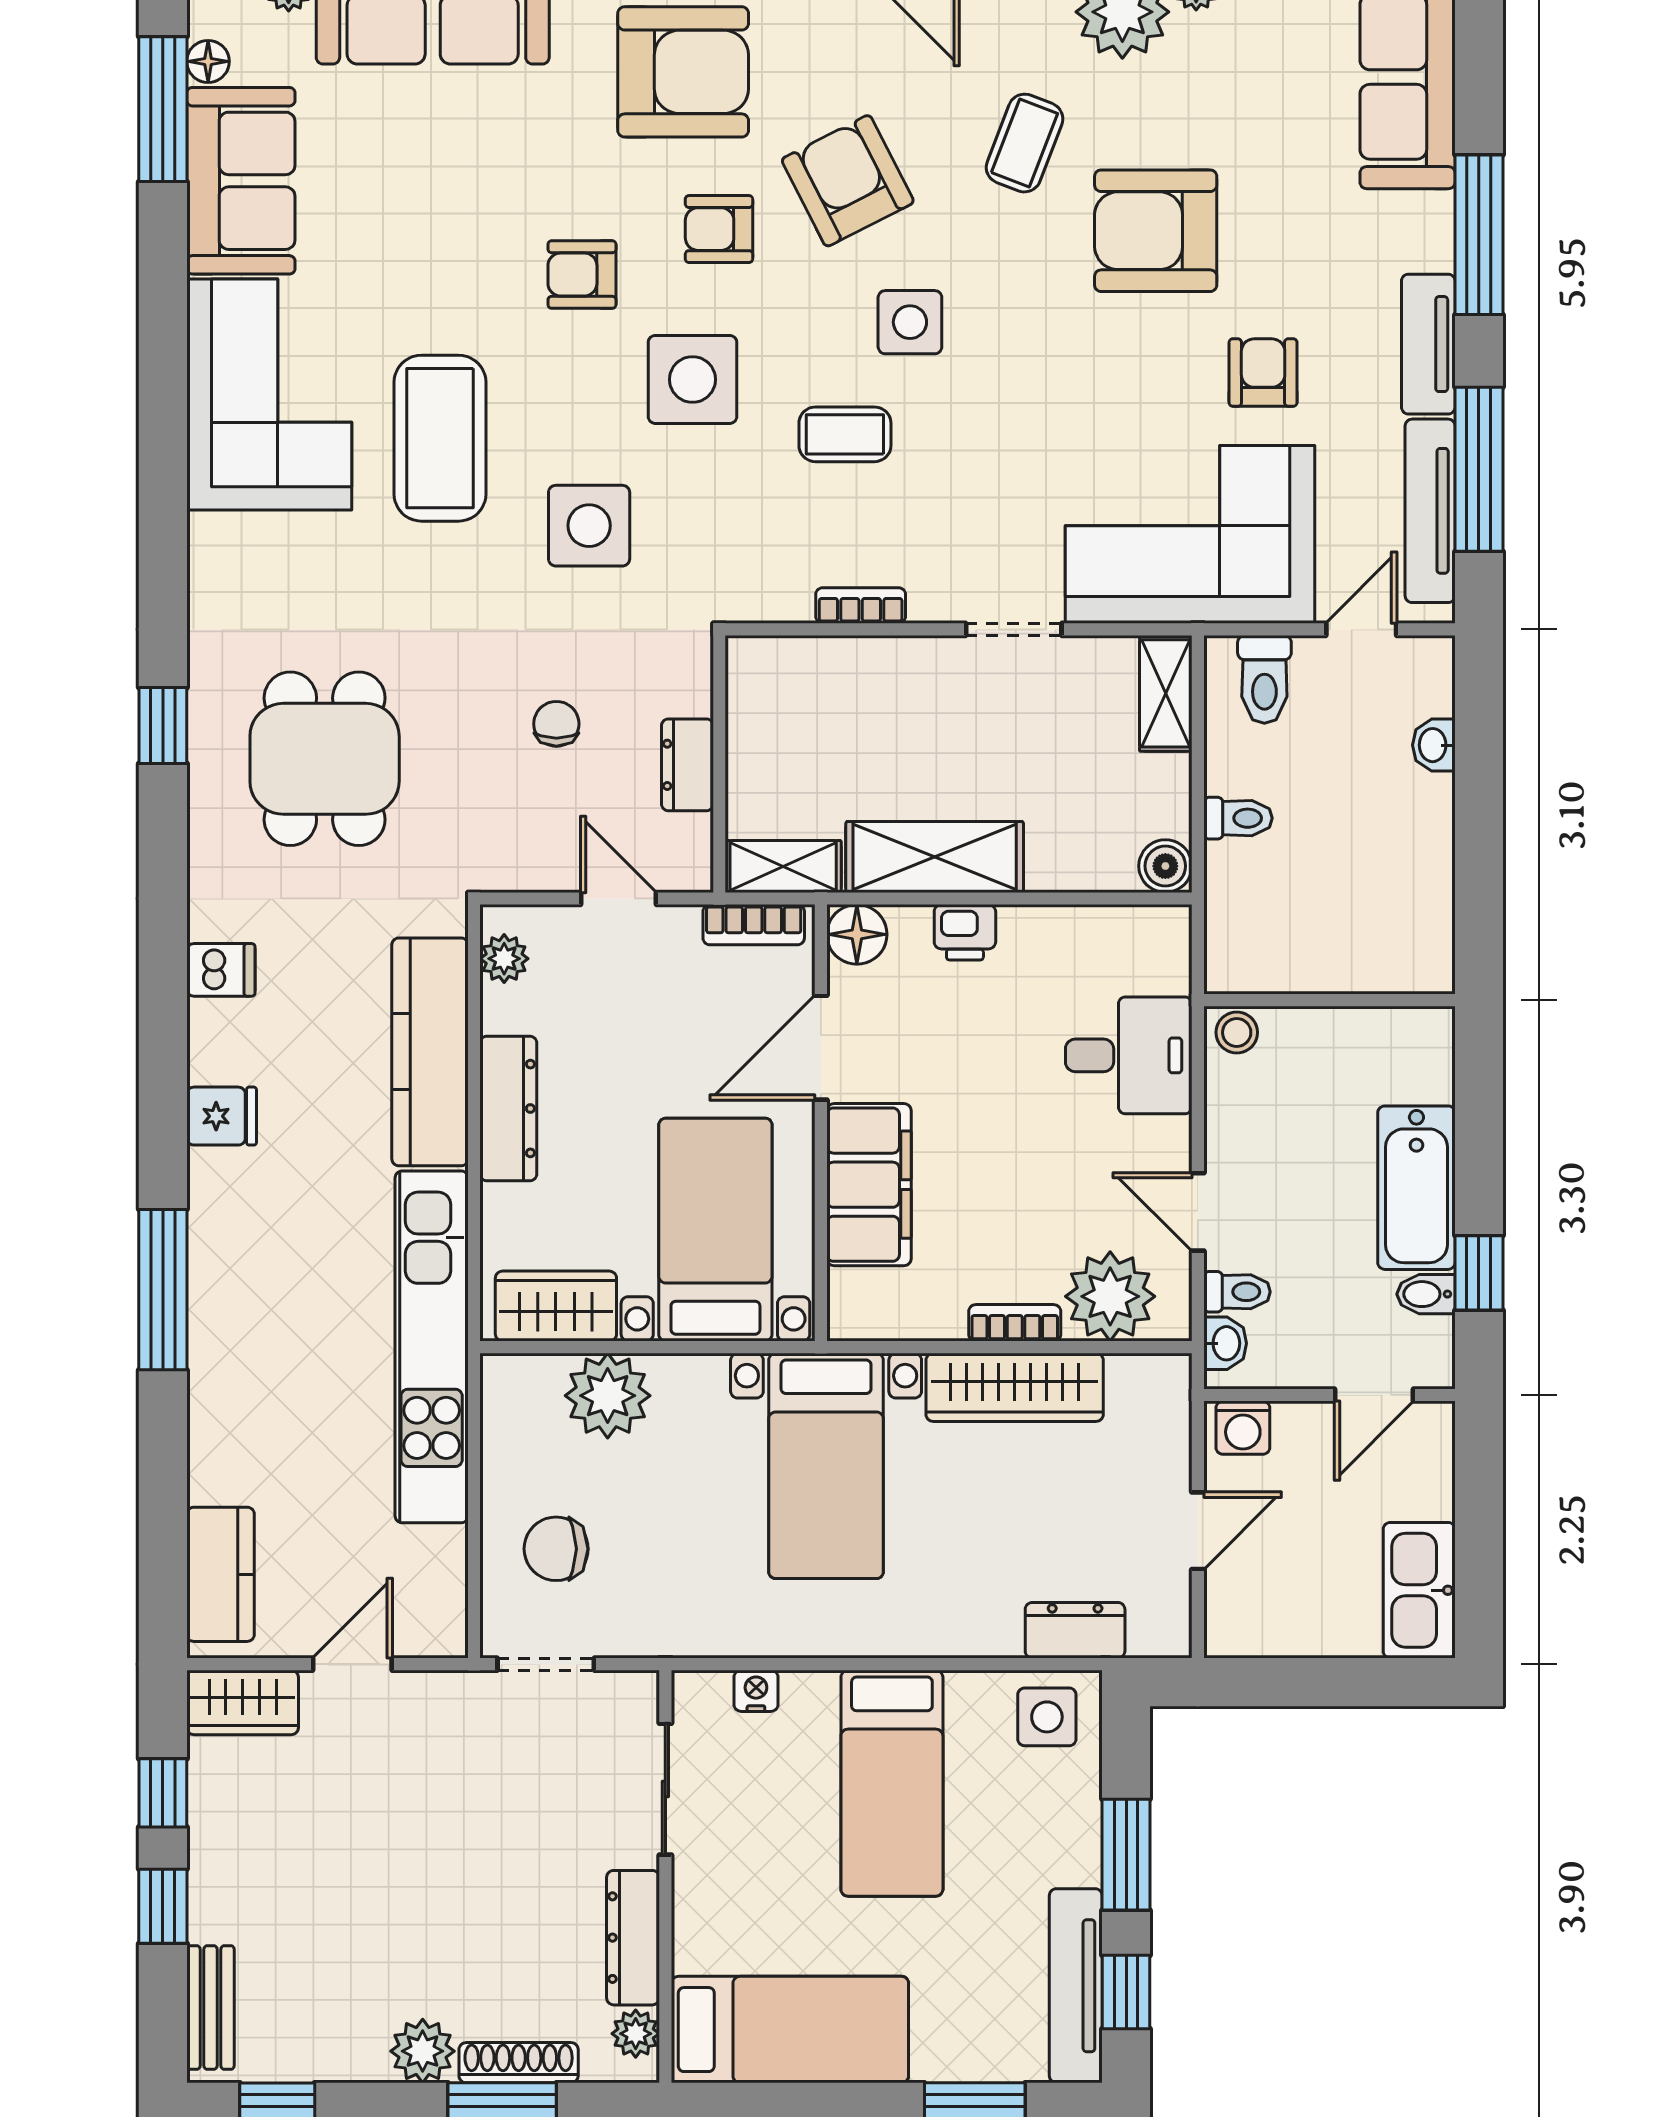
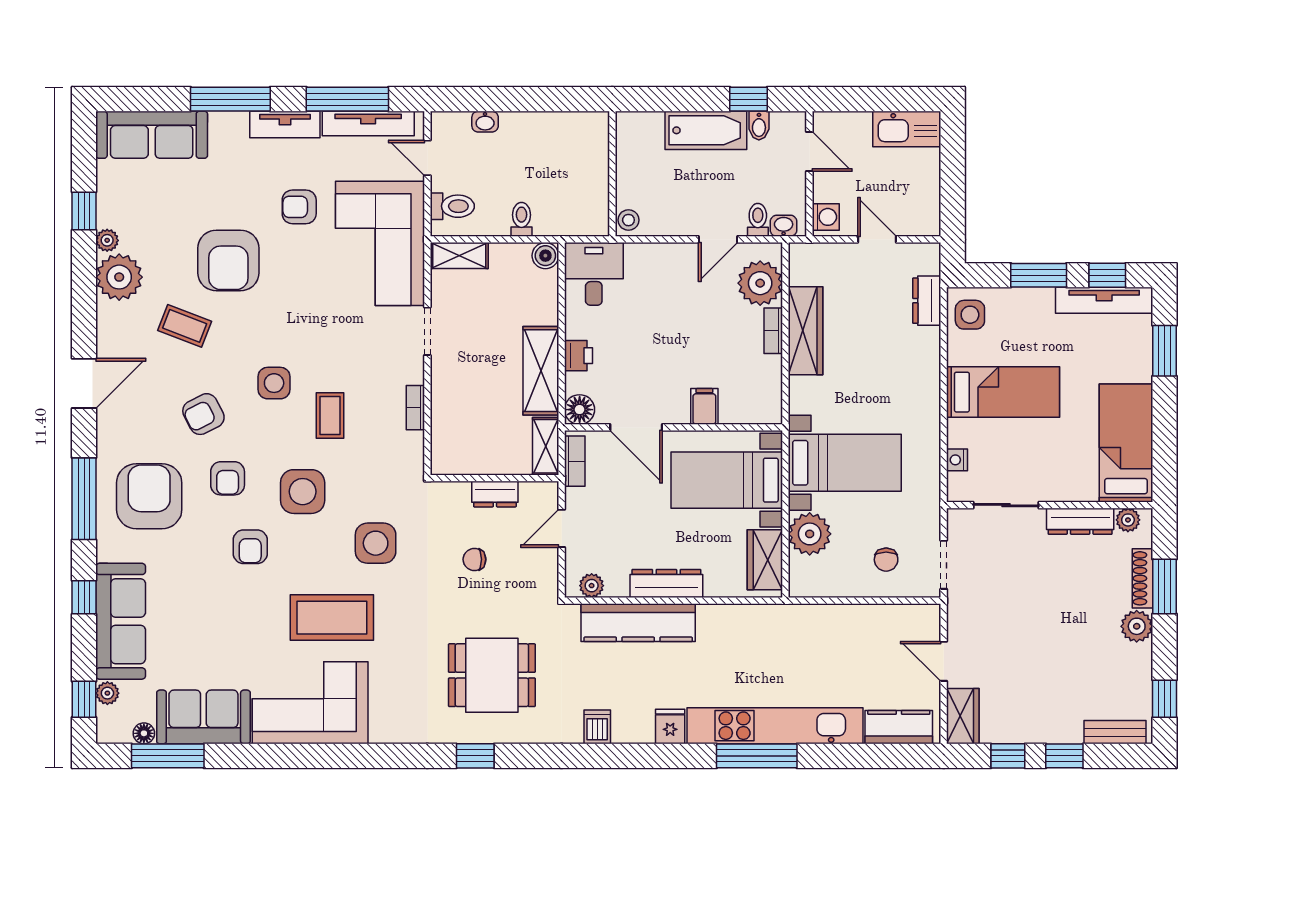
armchair: (848, 181) -> (203, 414), width x0.72, depth x0.72
desk: (1129, 1055) -> (594, 274), moved
filing cabinet: (869, 1185) -> (704, 406), width x0.33, depth x0.86
kitchen unit: (432, 1347) -> (775, 726), moved, turned 180
bed with nightstands: (826, 1466) -> (845, 463), moved
chair: (556, 1549) -> (886, 560), width x0.73, depth x0.73

